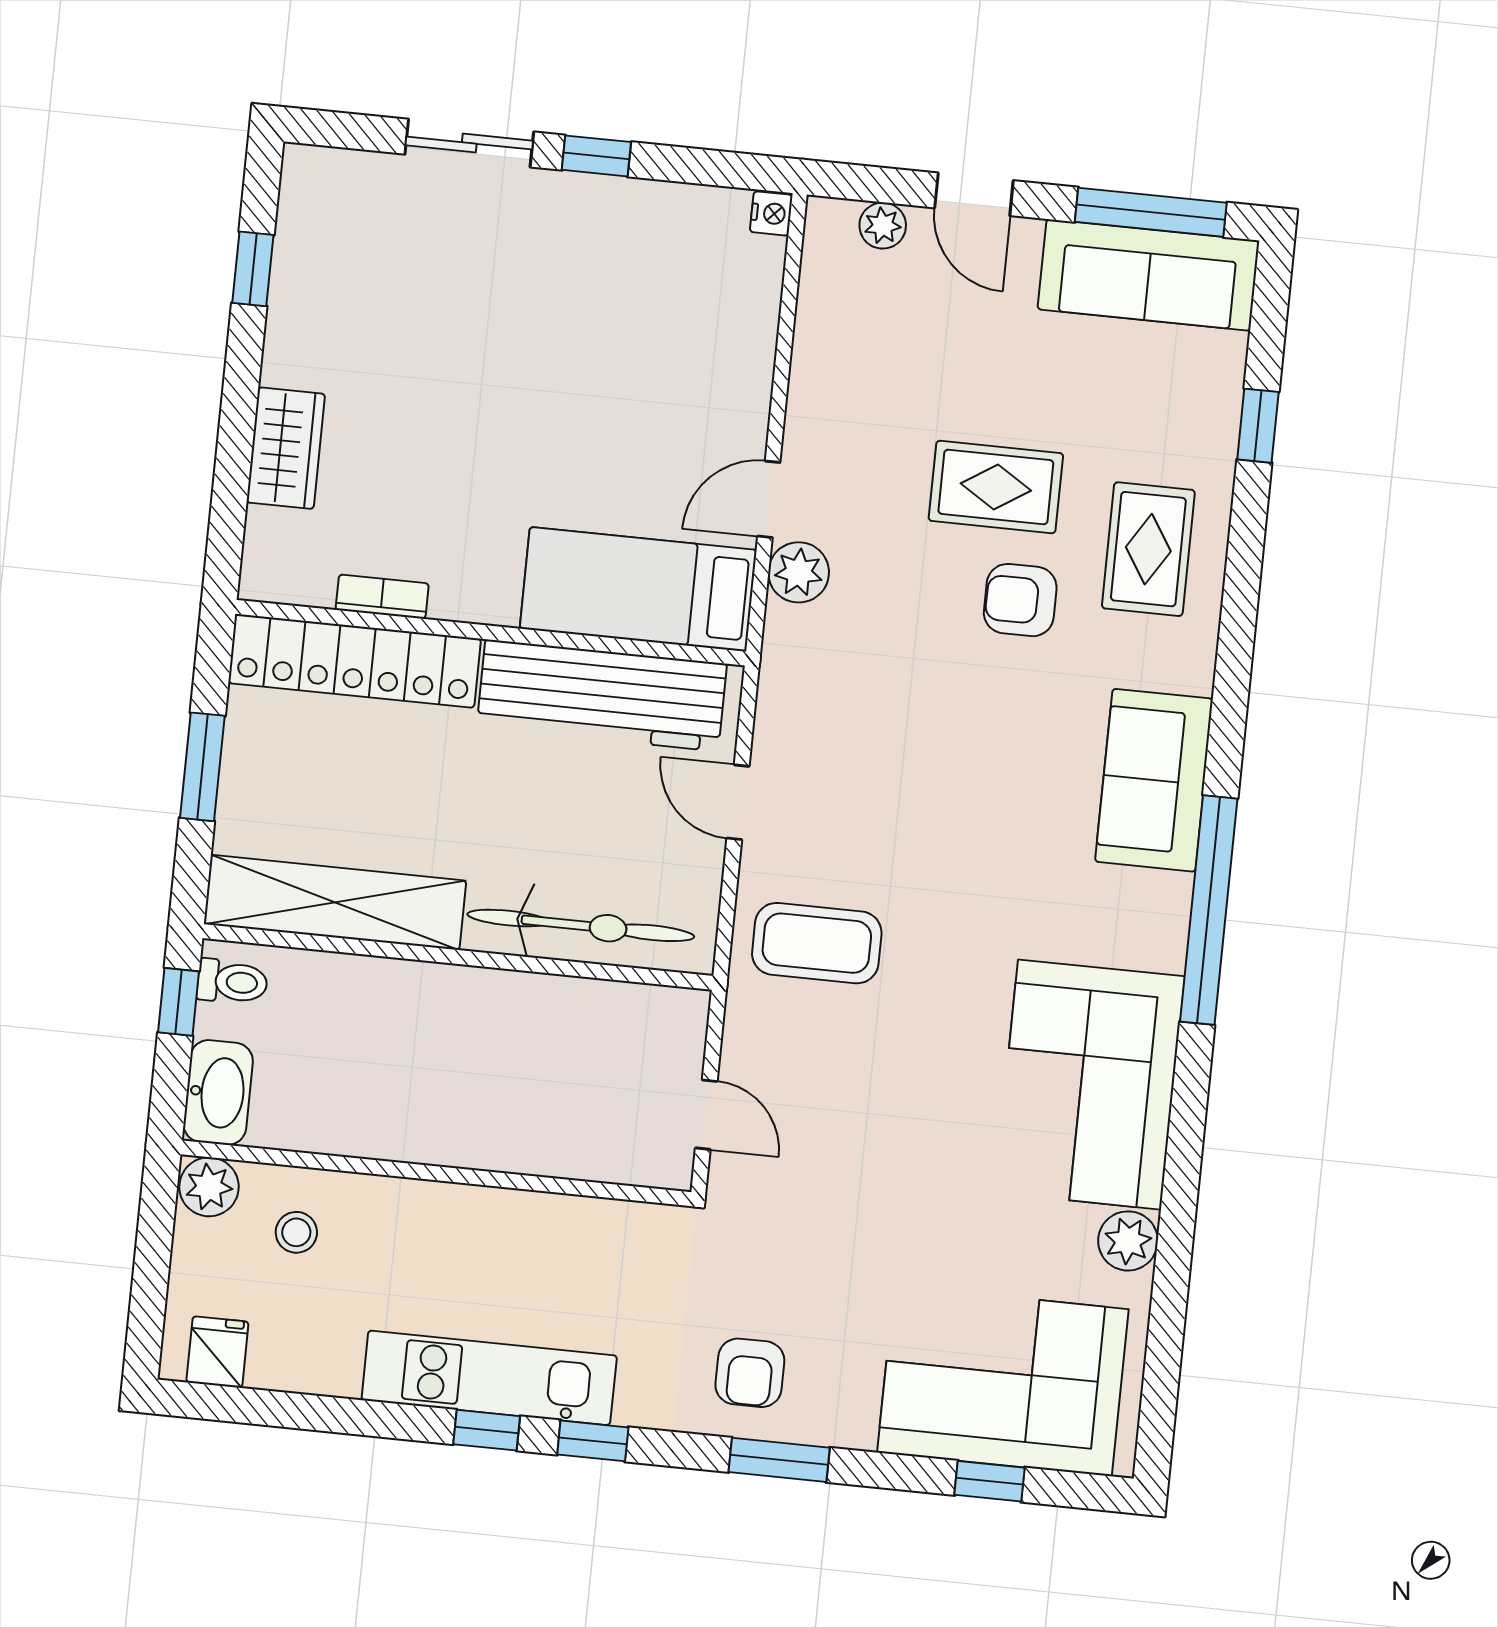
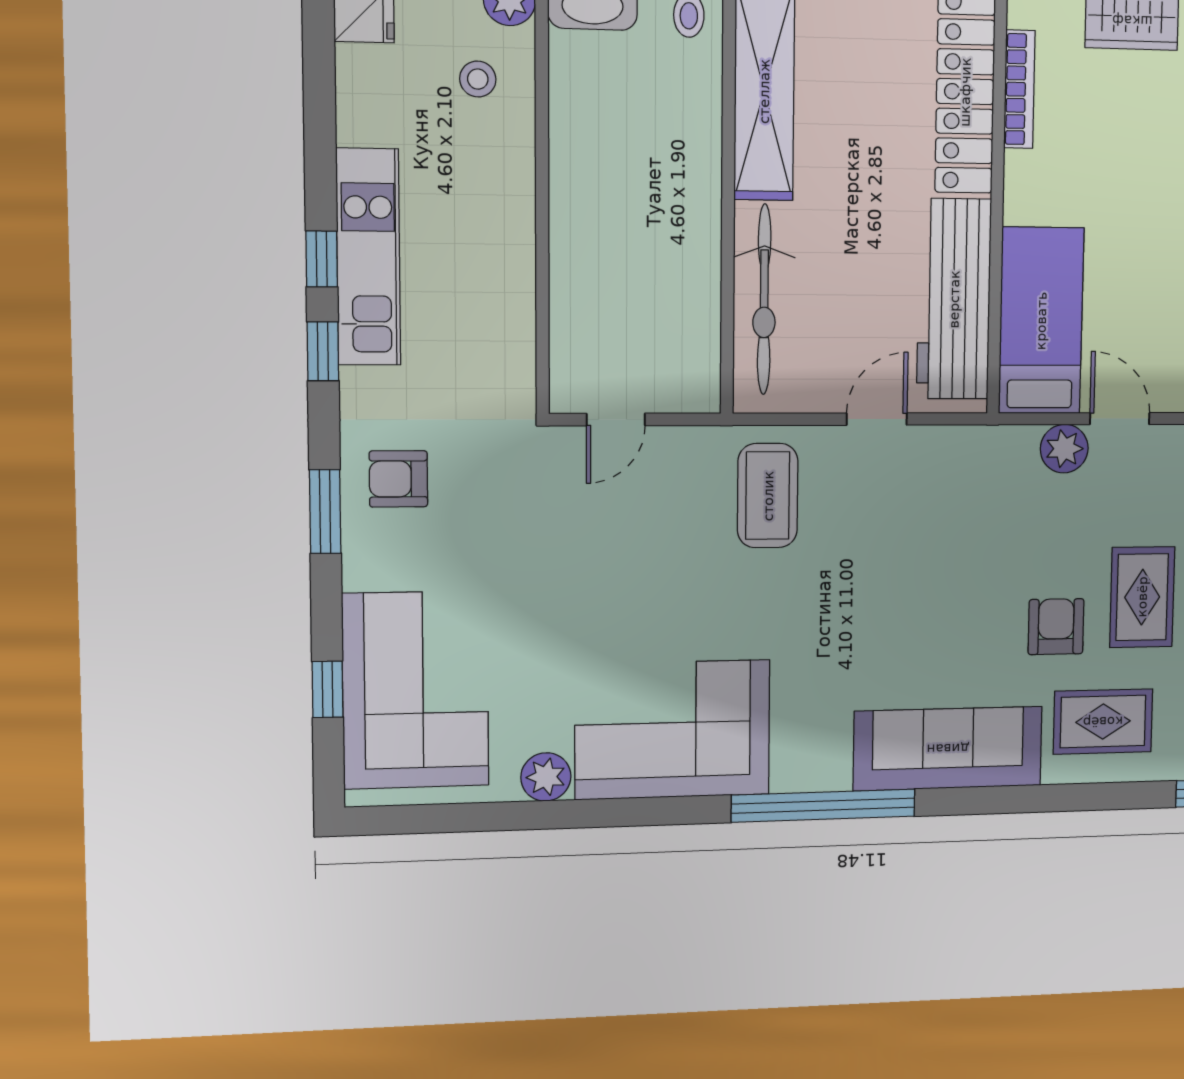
bookcase: (382, 597) -> (1019, 89), width x1.56
sofa: (1154, 780) -> (948, 749), width x1.36

